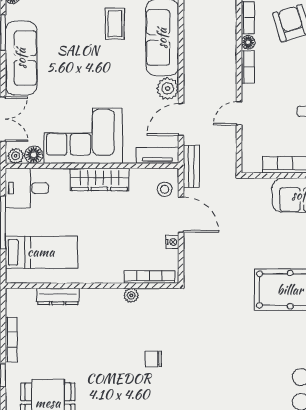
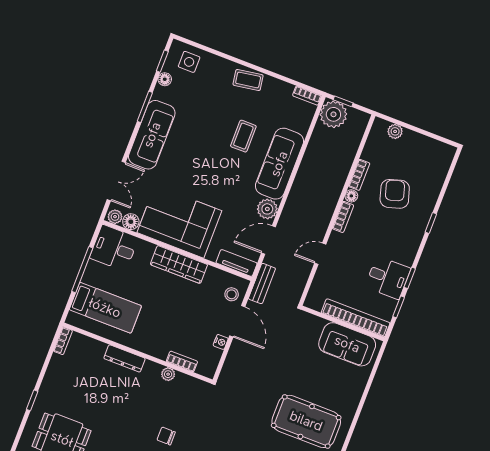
bookcase: (149, 277) -> (182, 361), width x0.64
dresser: (58, 296) -> (124, 358), moved
bookcase: (11, 339) -> (63, 341), moved, width x0.64

